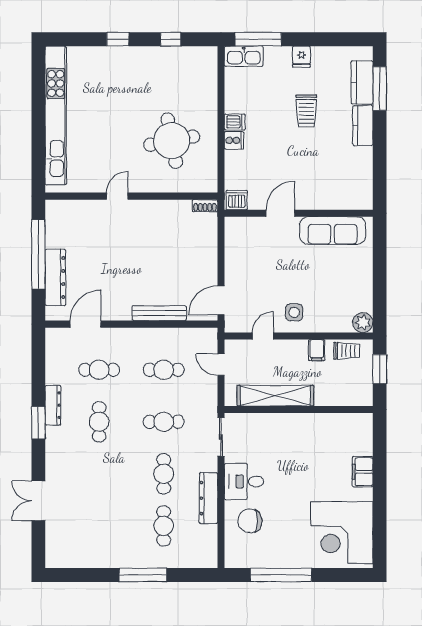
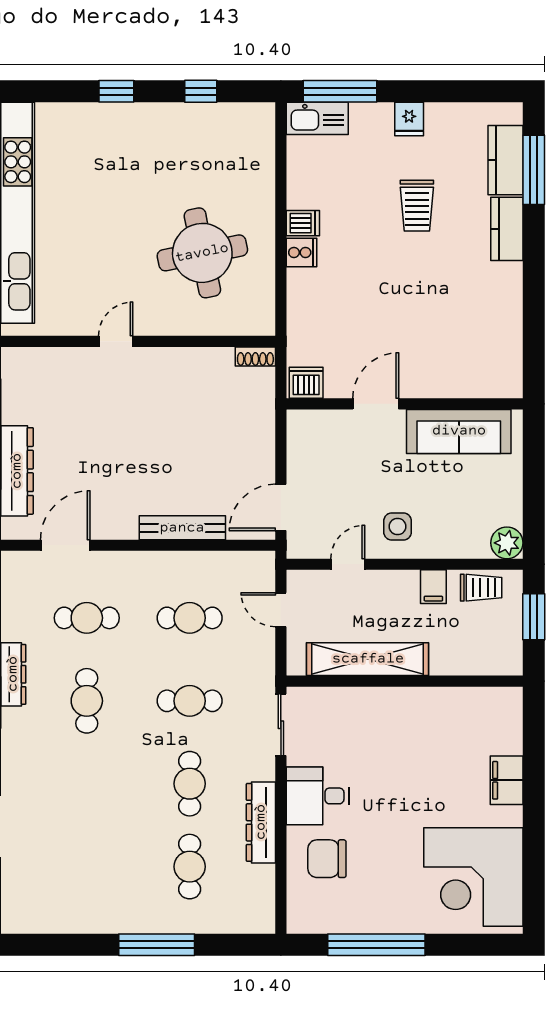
dishwasher: (237, 200) -> (306, 383), moved
door: (281, 213) -> (376, 404), moved
wall: (299, 213) -> (405, 404), moved
sofa: (333, 231) -> (459, 431), moved

